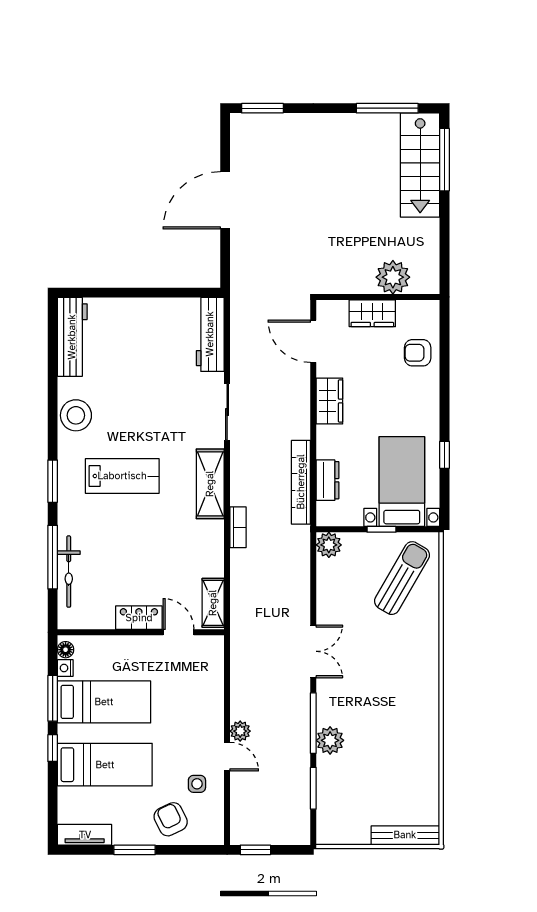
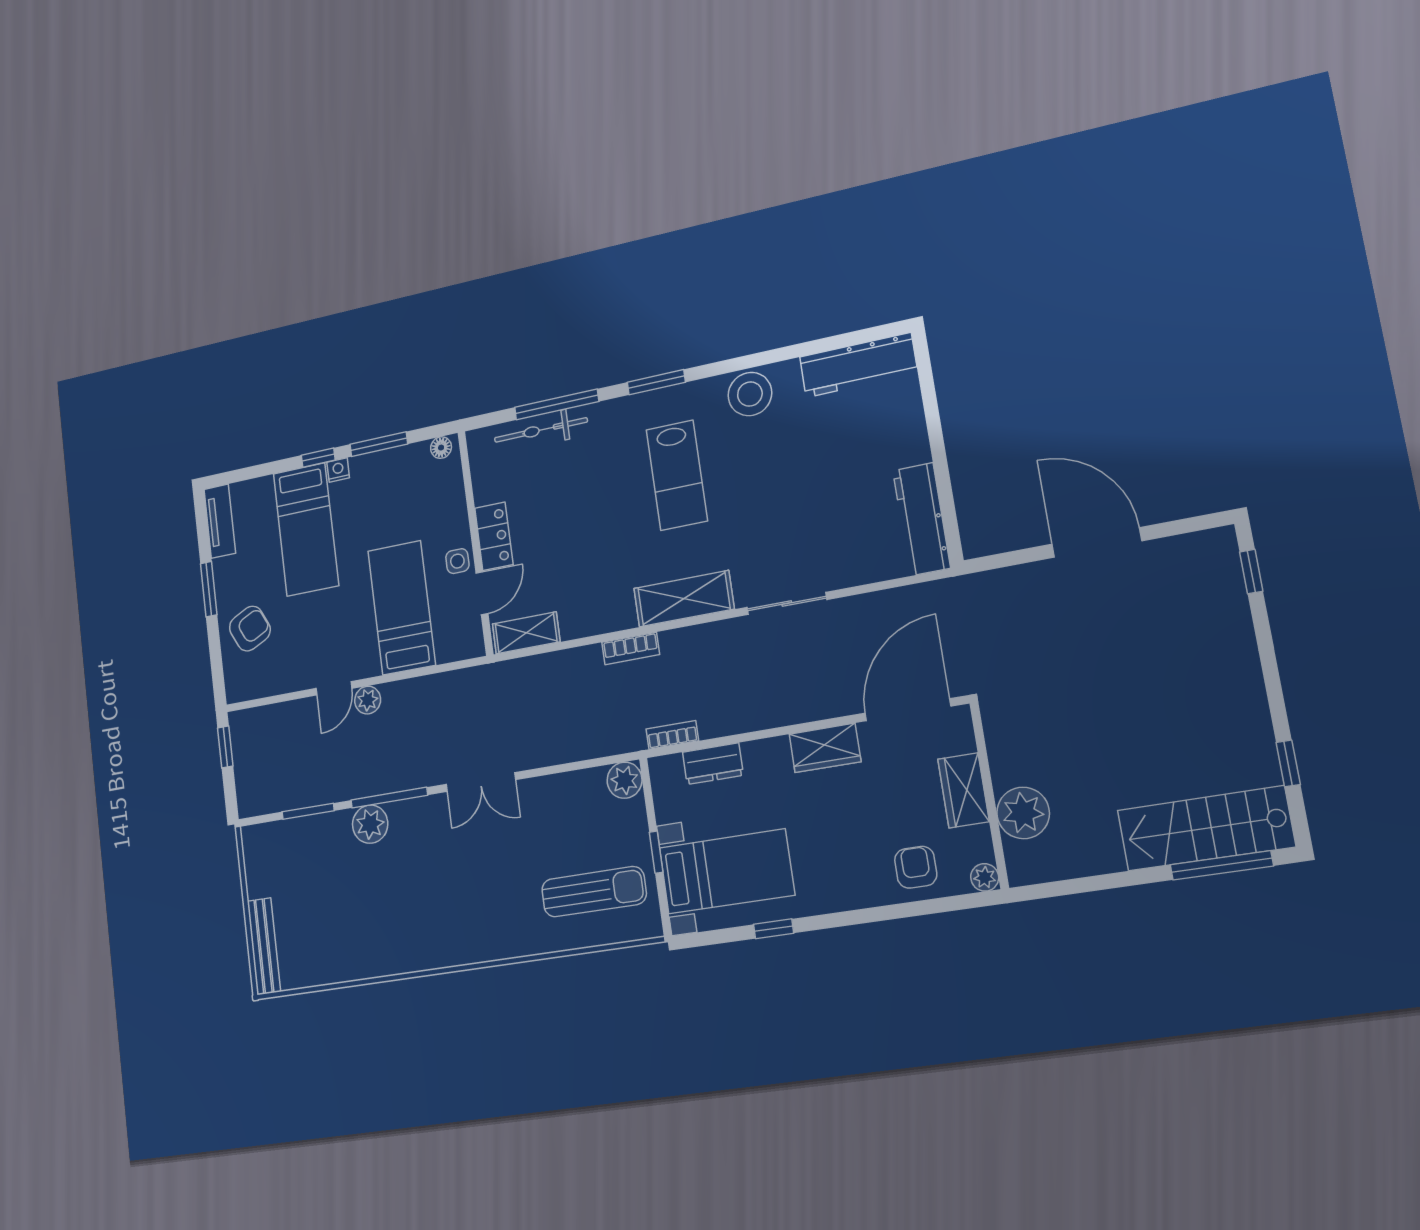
window: (262, 108) -> (1251, 572), width x0.67
window: (387, 108) -> (1288, 763), width x0.46
plant: (431, 309) -> (985, 877), added
workbench: (210, 334) -> (921, 519), moved, turned -90
door: (313, 341) -> (908, 710), width x1.36
bookcase: (301, 482) -> (672, 735), width x0.43, depth x0.76
sun lounger: (402, 578) -> (594, 892), turned -30
nightstand: (65, 668) -> (338, 470), moved
bed: (104, 702) -> (402, 608), moved, turned 180
side table: (197, 784) -> (457, 561), moved

